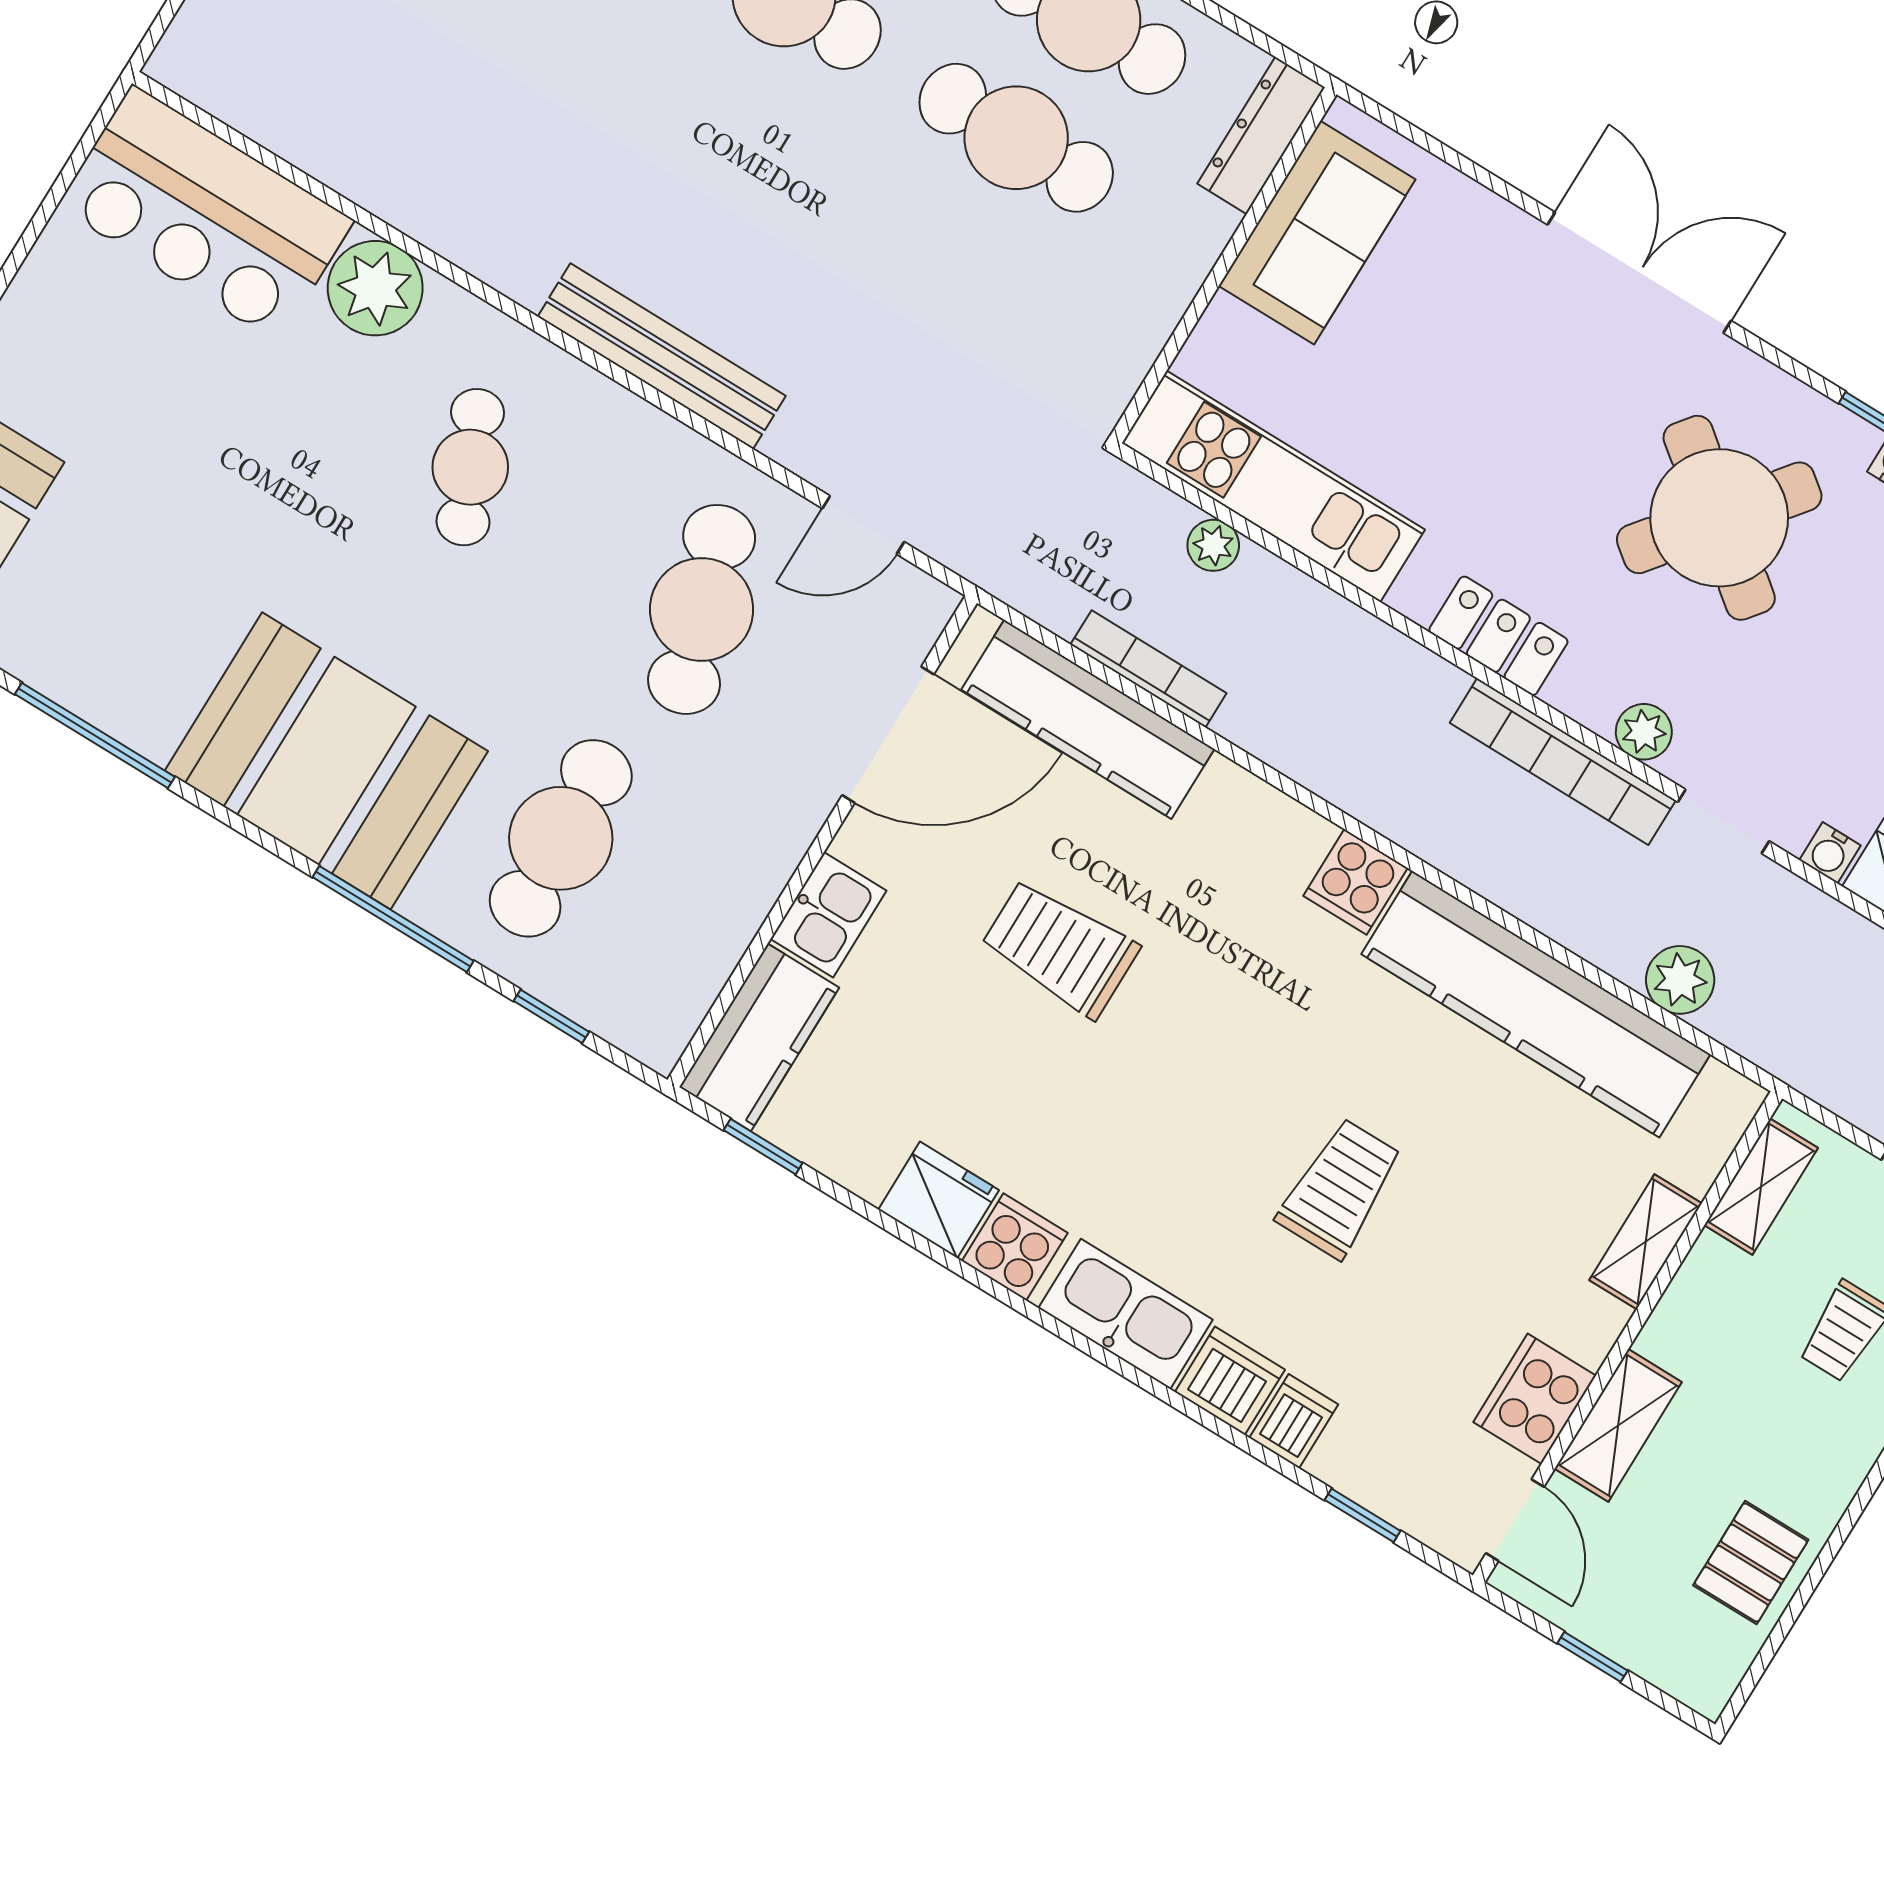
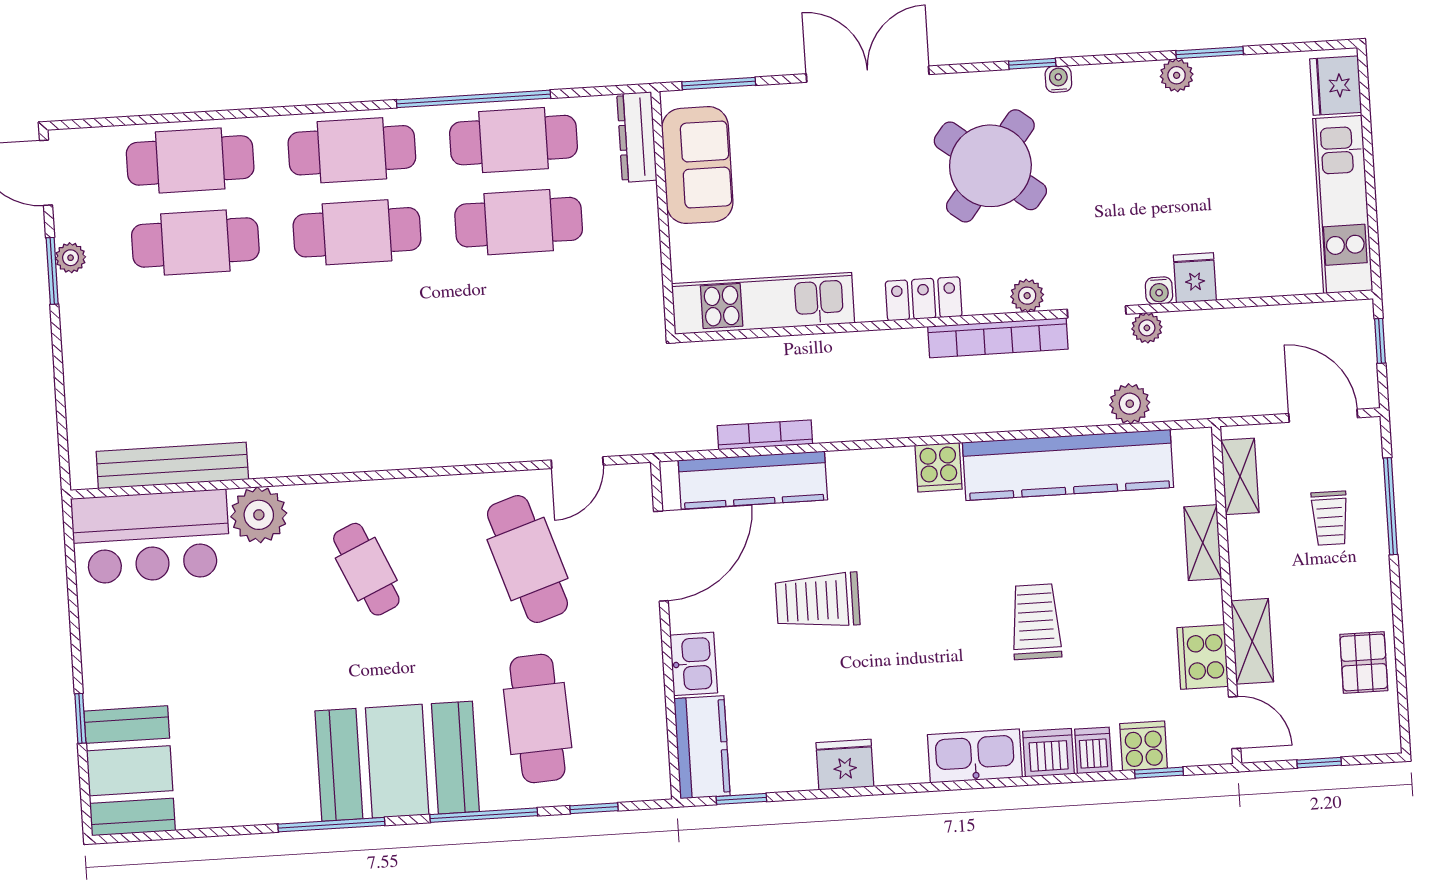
window: (1426, 141) -> (719, 84), added
bench: (662, 356) -> (172, 465), moved
plant: (1213, 545) -> (1147, 328), moved
window: (95, 736) -> (331, 825), moved
cooker: (1015, 1247) -> (1144, 746), moved

